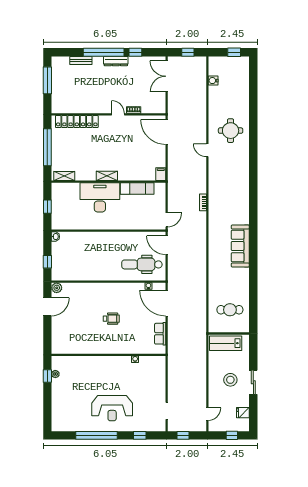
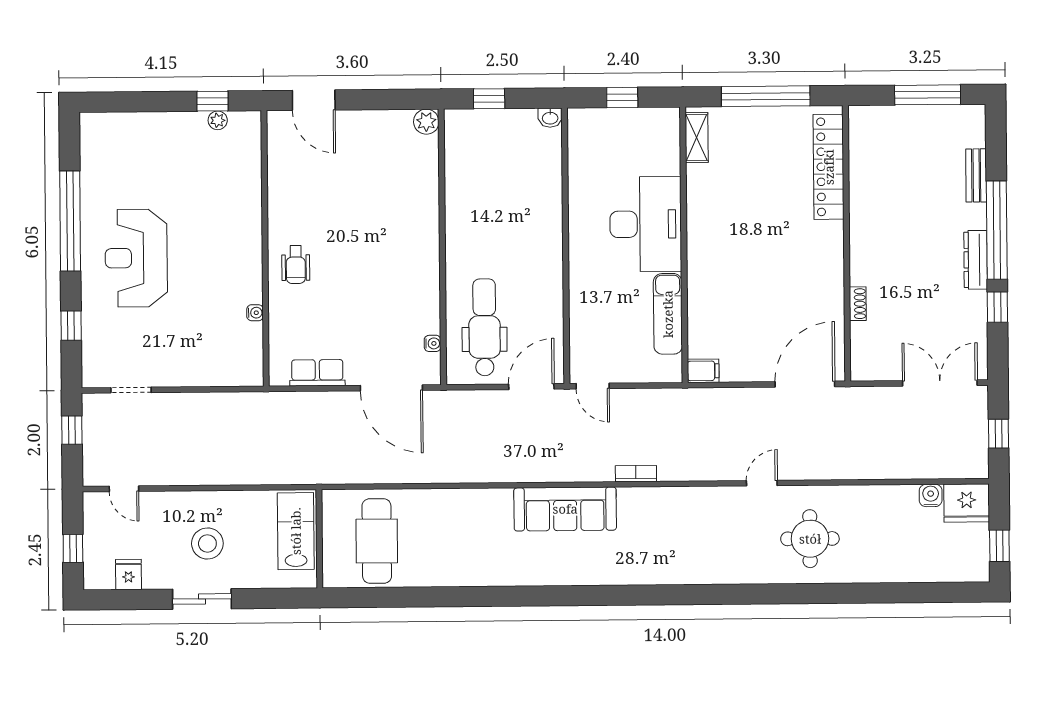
fridge: (216, 66) -> (967, 503), added
door: (118, 114) -> (847, 266), removed
shelving: (107, 176) -> (698, 241), removed
sofa: (240, 246) -> (565, 509), moved, turned 180
door: (167, 303) -> (391, 388), swing flipped
door: (47, 307) -> (314, 100), moved
cafe table: (230, 310) -> (377, 541), width x1.37, depth x1.35
wheelchair: (111, 319) -> (296, 265), moved

